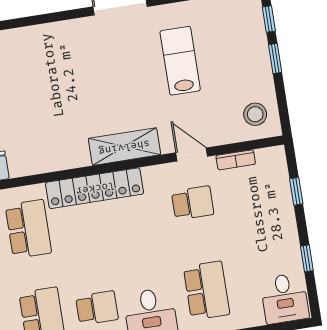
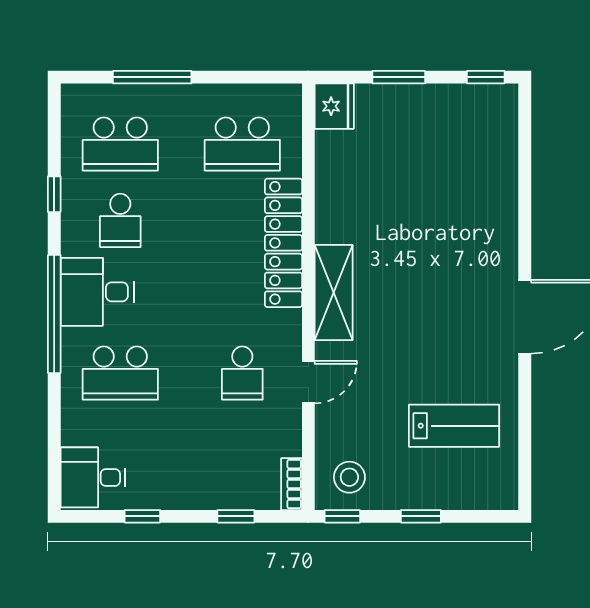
window: (269, 19) -> (342, 516), moved
lab bench: (180, 61) -> (454, 426), moved
bookcase: (236, 160) -> (292, 484), moved

